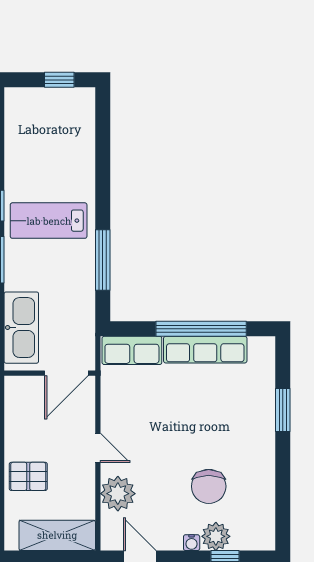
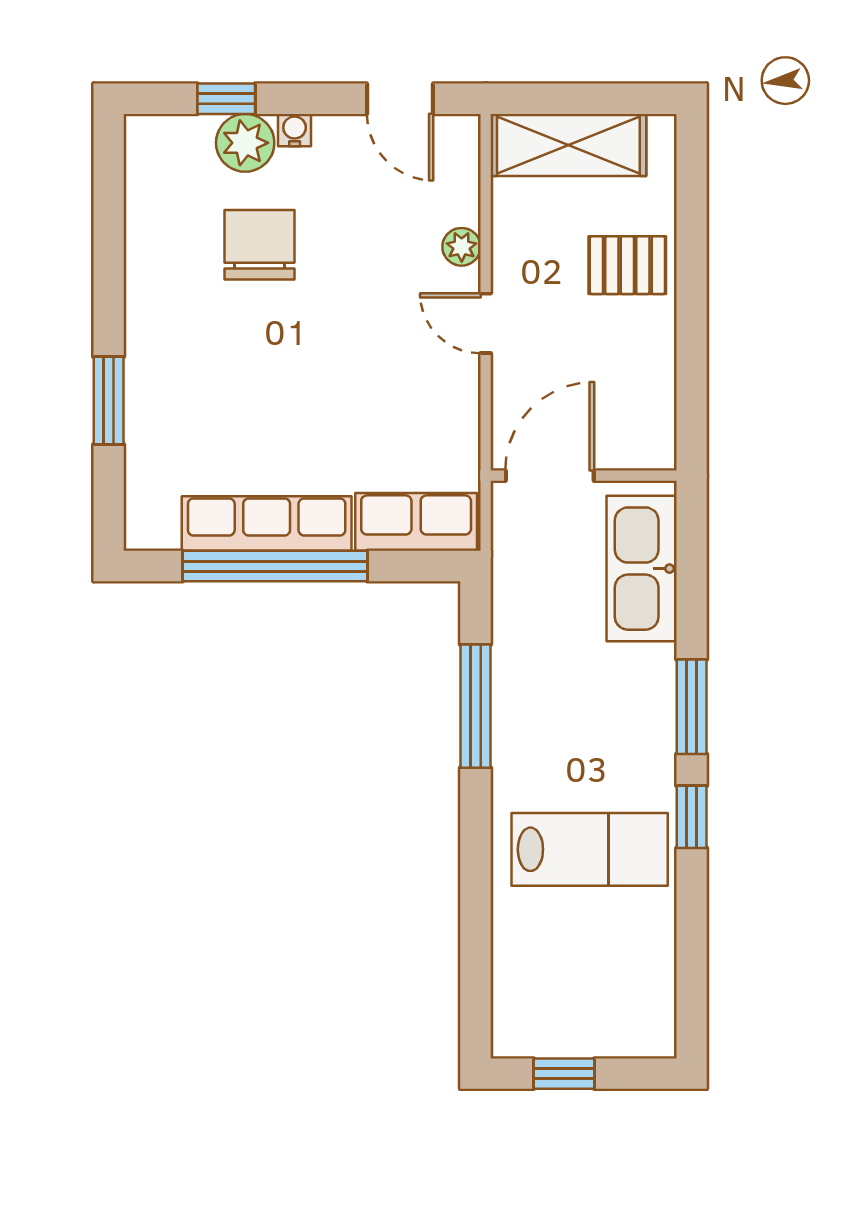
lab bench: (49, 221) -> (590, 849), moved
plant: (118, 494) -> (462, 247), width x0.53, depth x0.53

